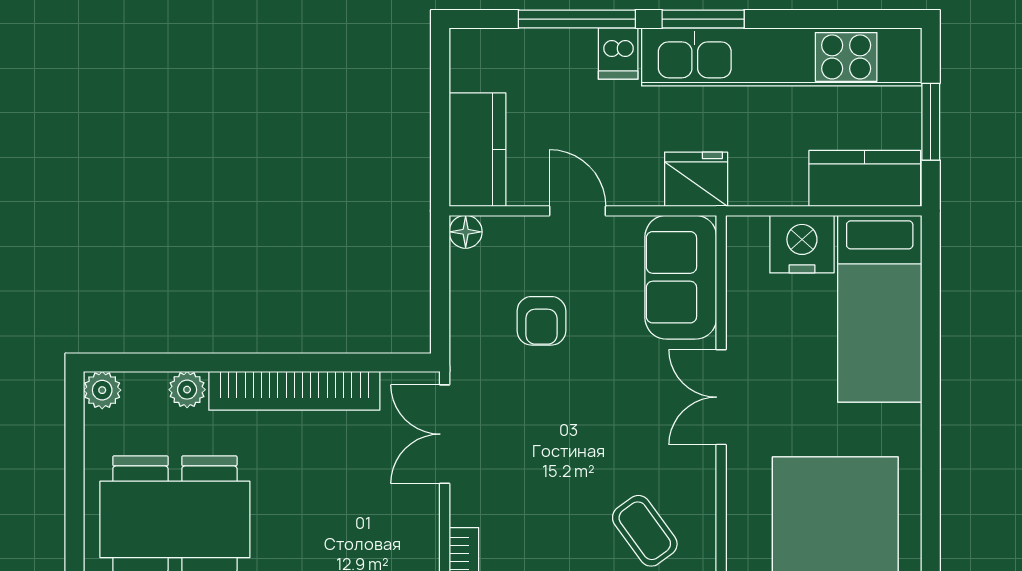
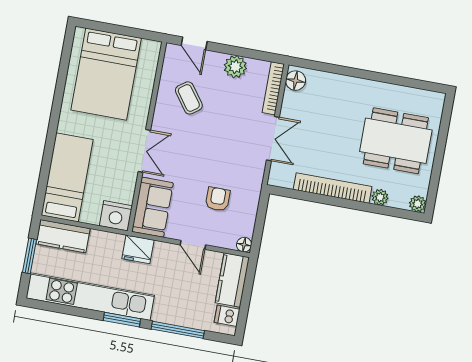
dishwasher: (618, 54) -> (227, 316), moved, turned -90
nightstand: (802, 244) -> (116, 216), moved
double door: (445, 434) -> (273, 139), moved

